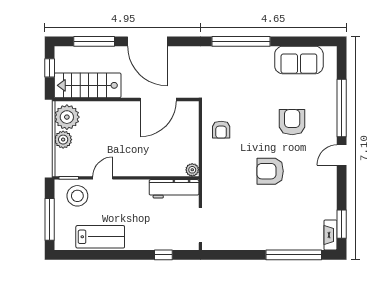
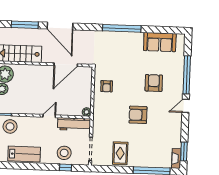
door: (103, 178) -> (49, 116), moved
rug: (245, 230) -> (120, 153), added
stool: (161, 233) -> (64, 153), added

